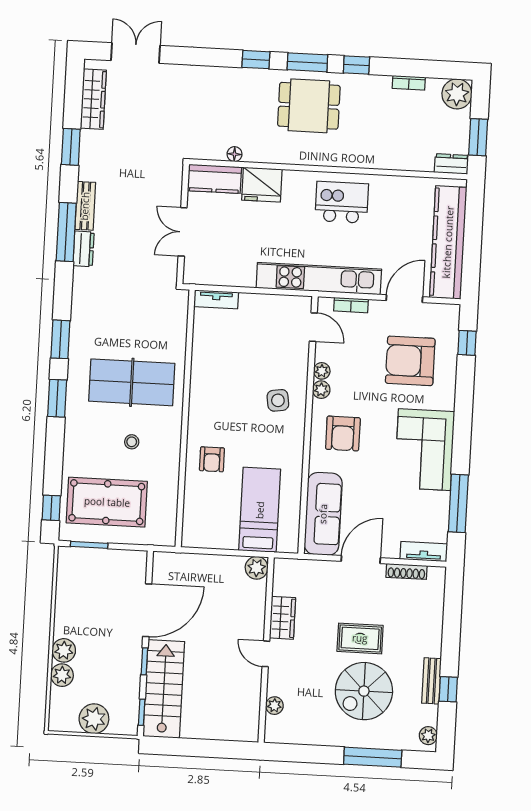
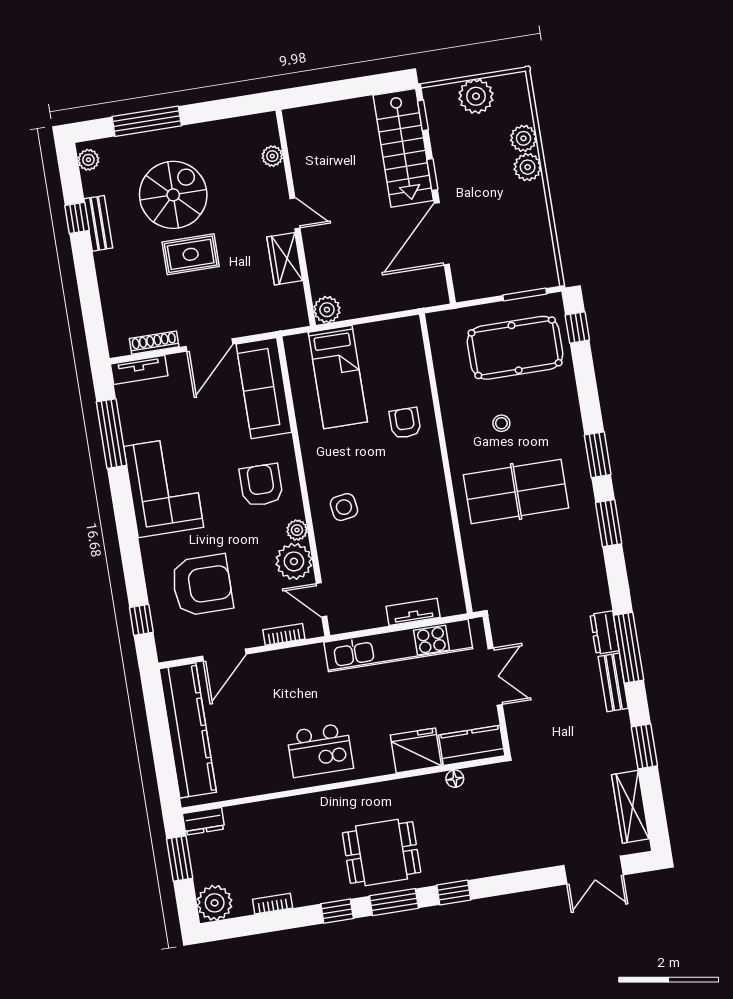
kitchen unit: (319, 279) -> (398, 645), moved
tv unit: (216, 299) -> (413, 612), moved
plant: (322, 371) -> (294, 561), width x1.88, depth x1.88

